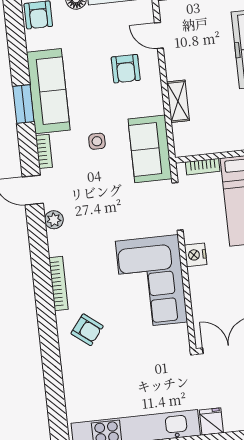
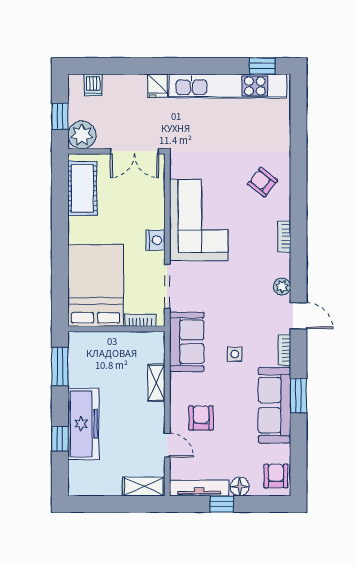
bookcase: (58, 283) -> (284, 236), width x0.64

